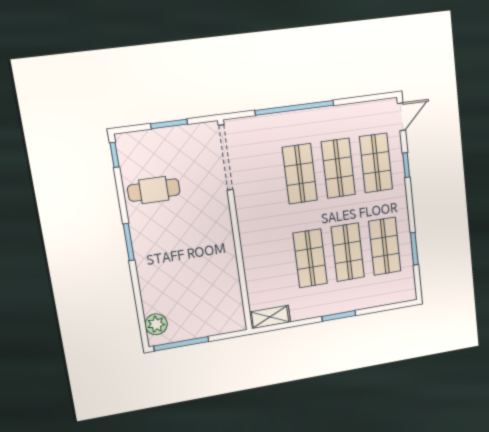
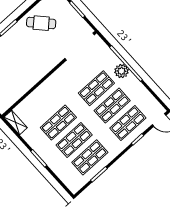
plant: (301, 122) -> (121, 71), added
cafe table: (154, 190) -> (41, 23), turned -43

